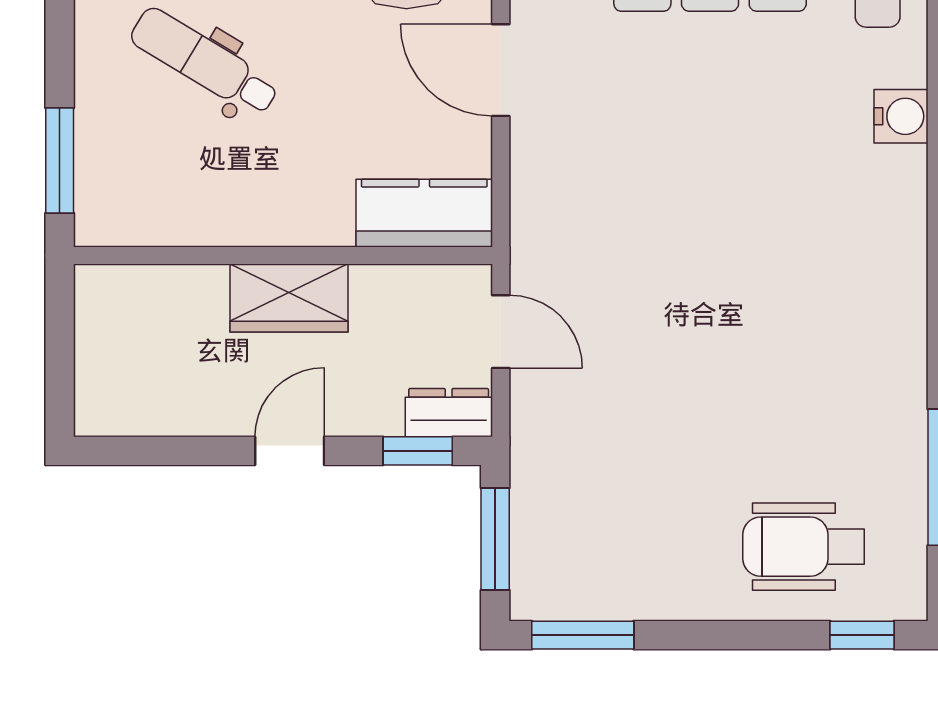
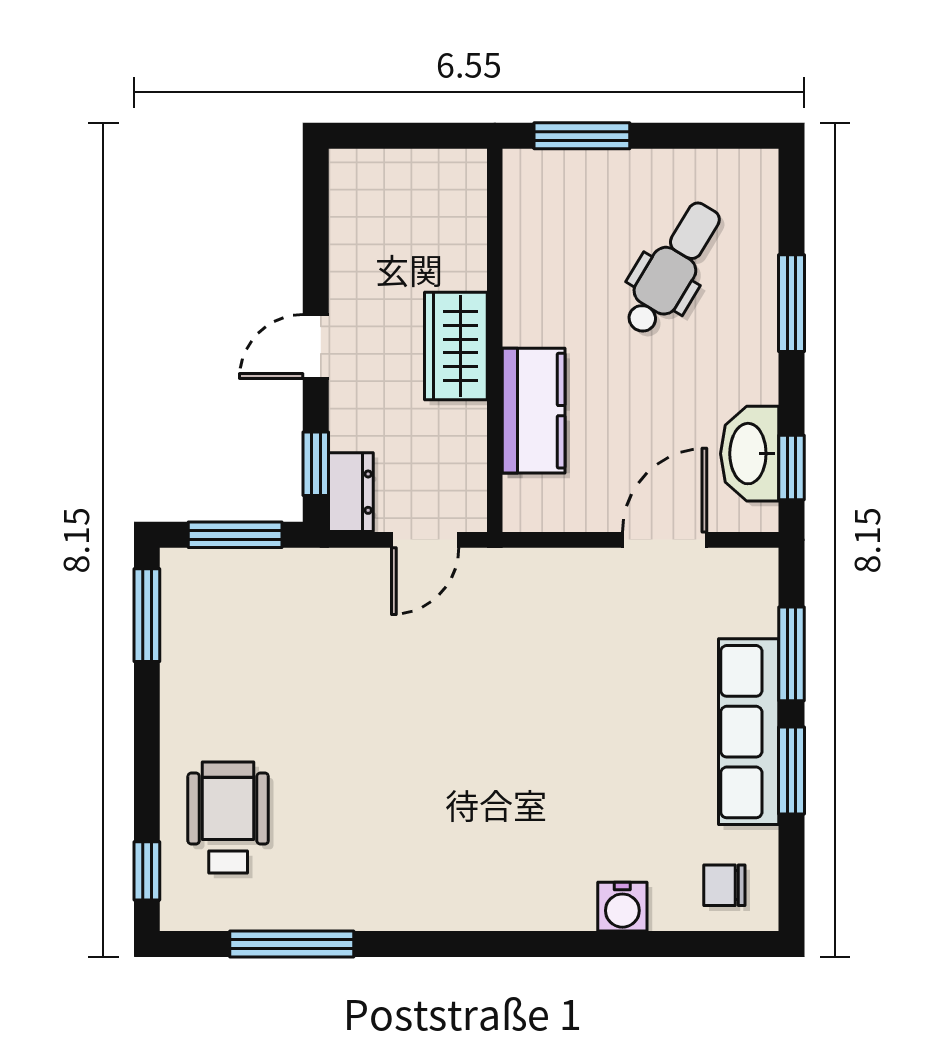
kitchen counter: (424, 213) -> (534, 411), moved
door: (290, 451) -> (316, 346), swing flipped

